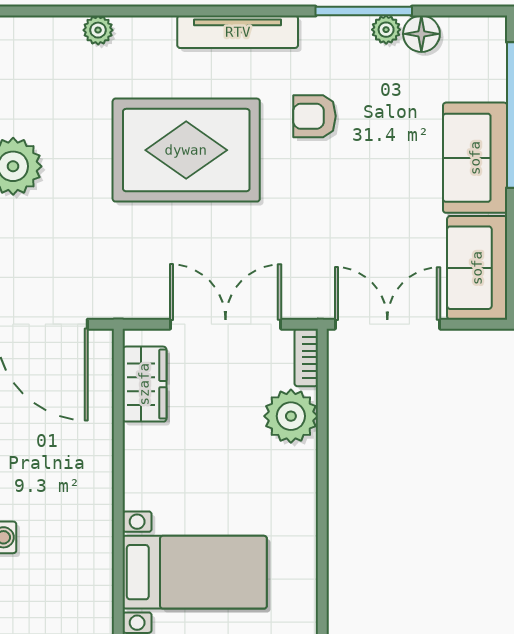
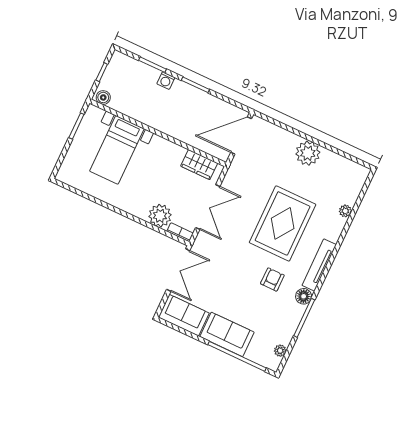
plant: (386, 30) -> (280, 351), moved
floor lamp: (421, 34) -> (304, 296), moved

